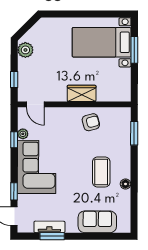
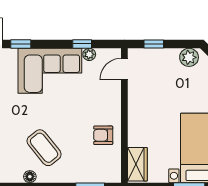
wardrobe: (82, 93) -> (137, 164), moved
armchair: (91, 122) -> (103, 135), turned 105
coffee table: (101, 172) -> (44, 148), turned 51

